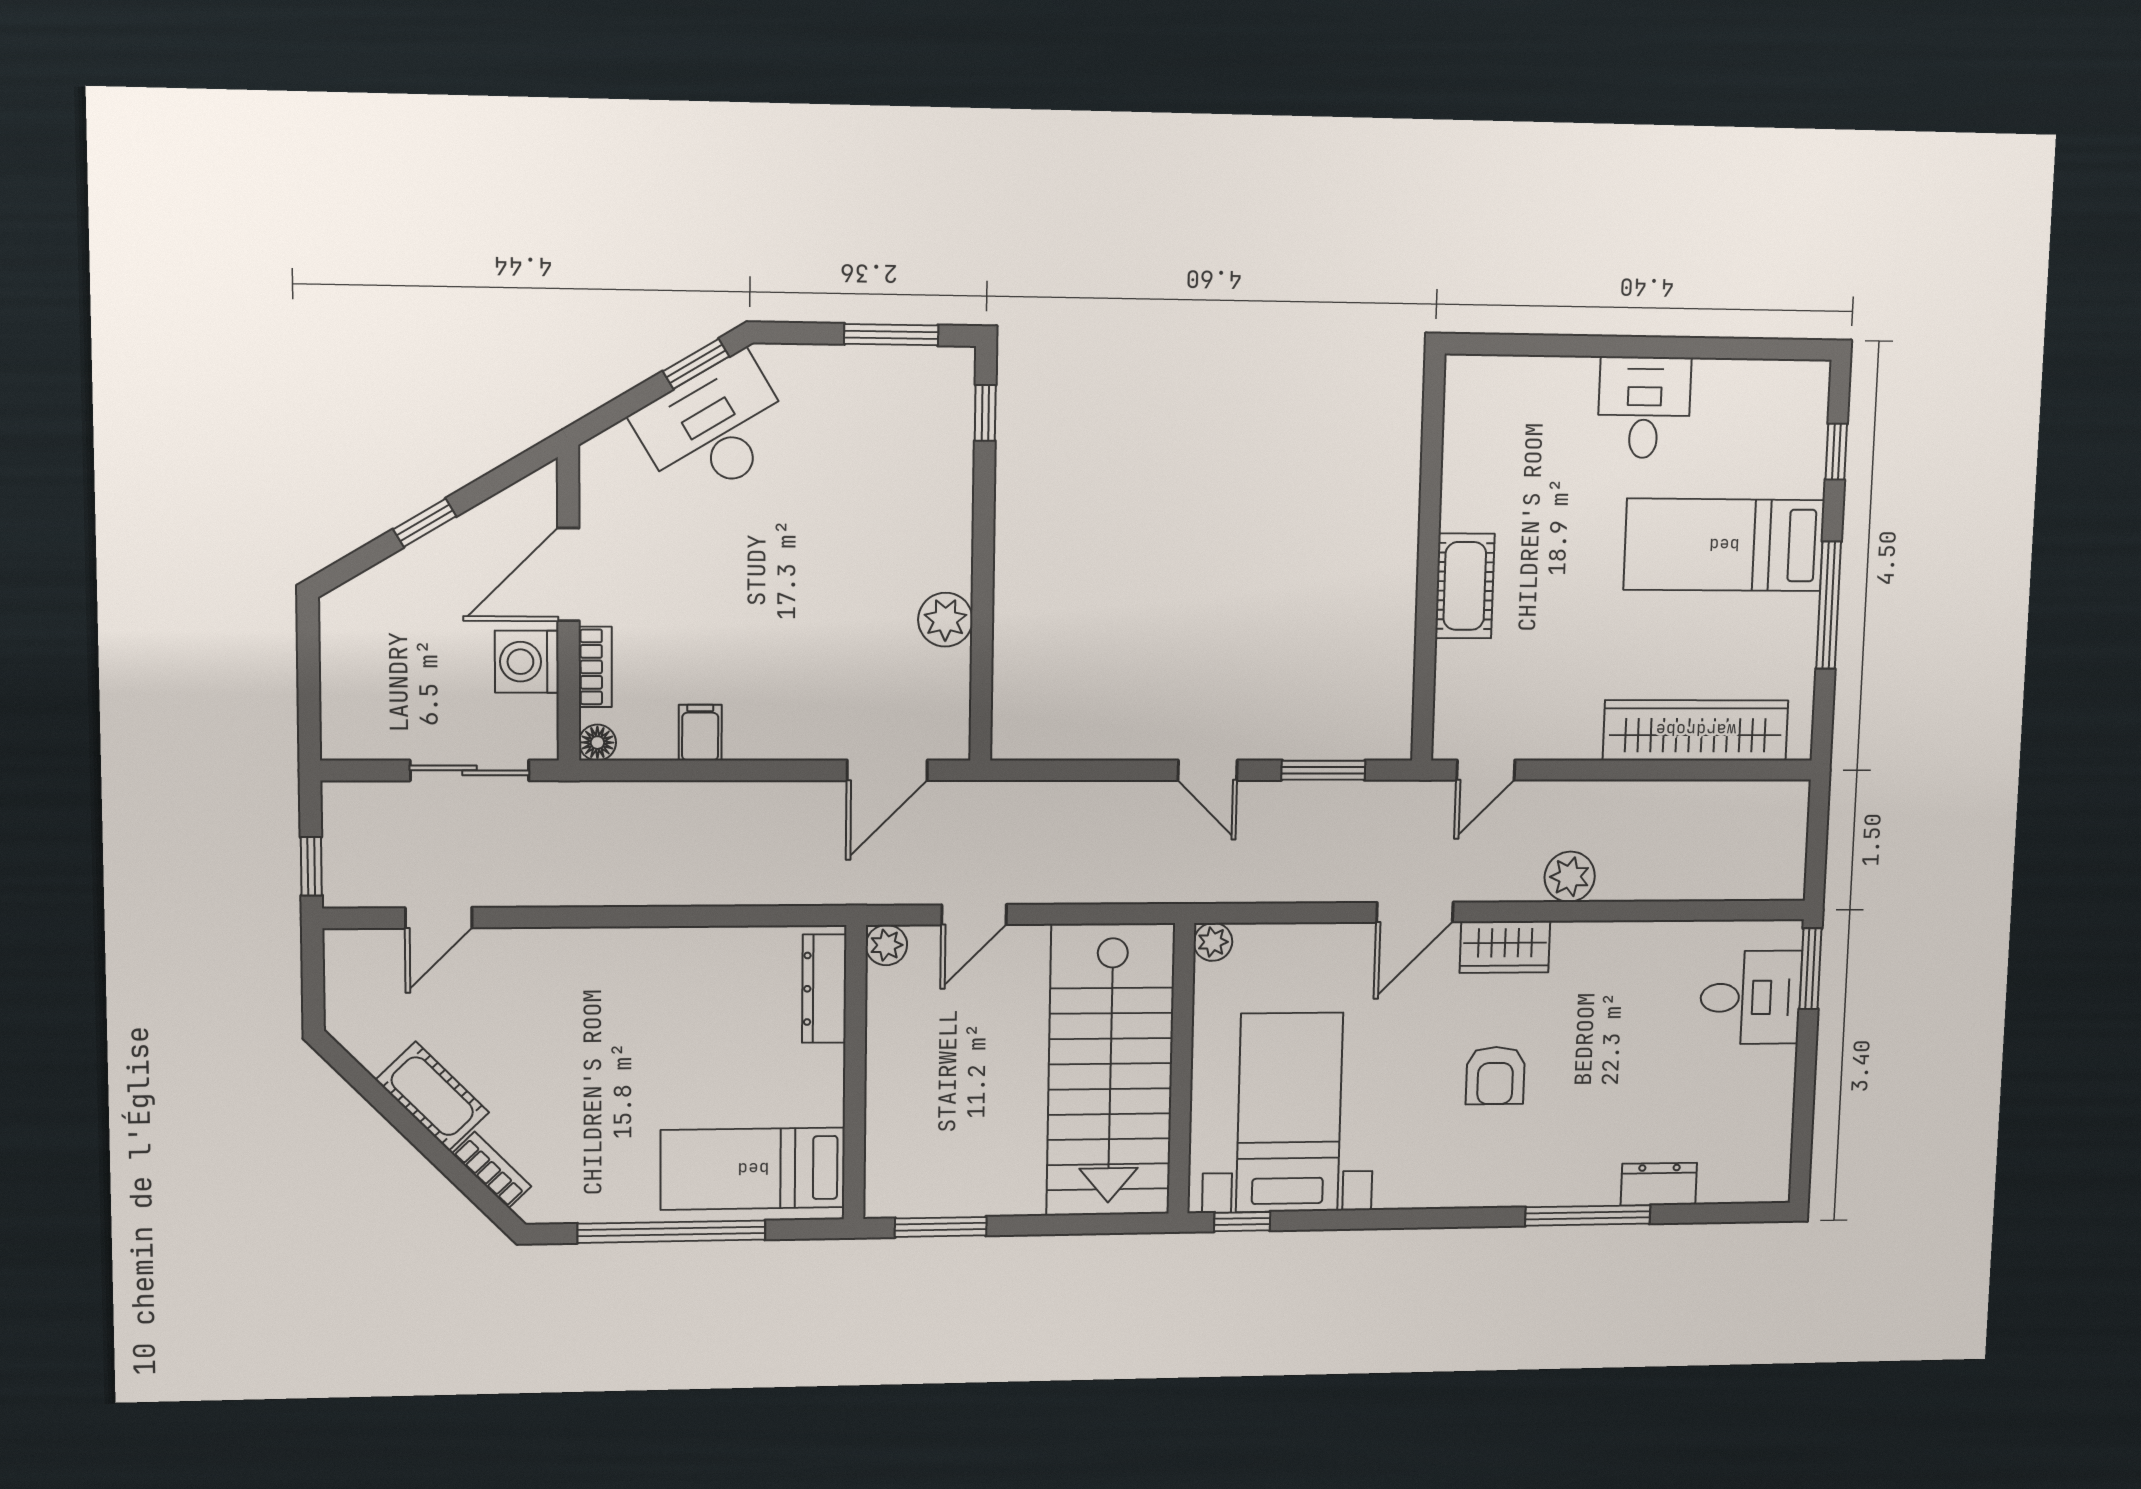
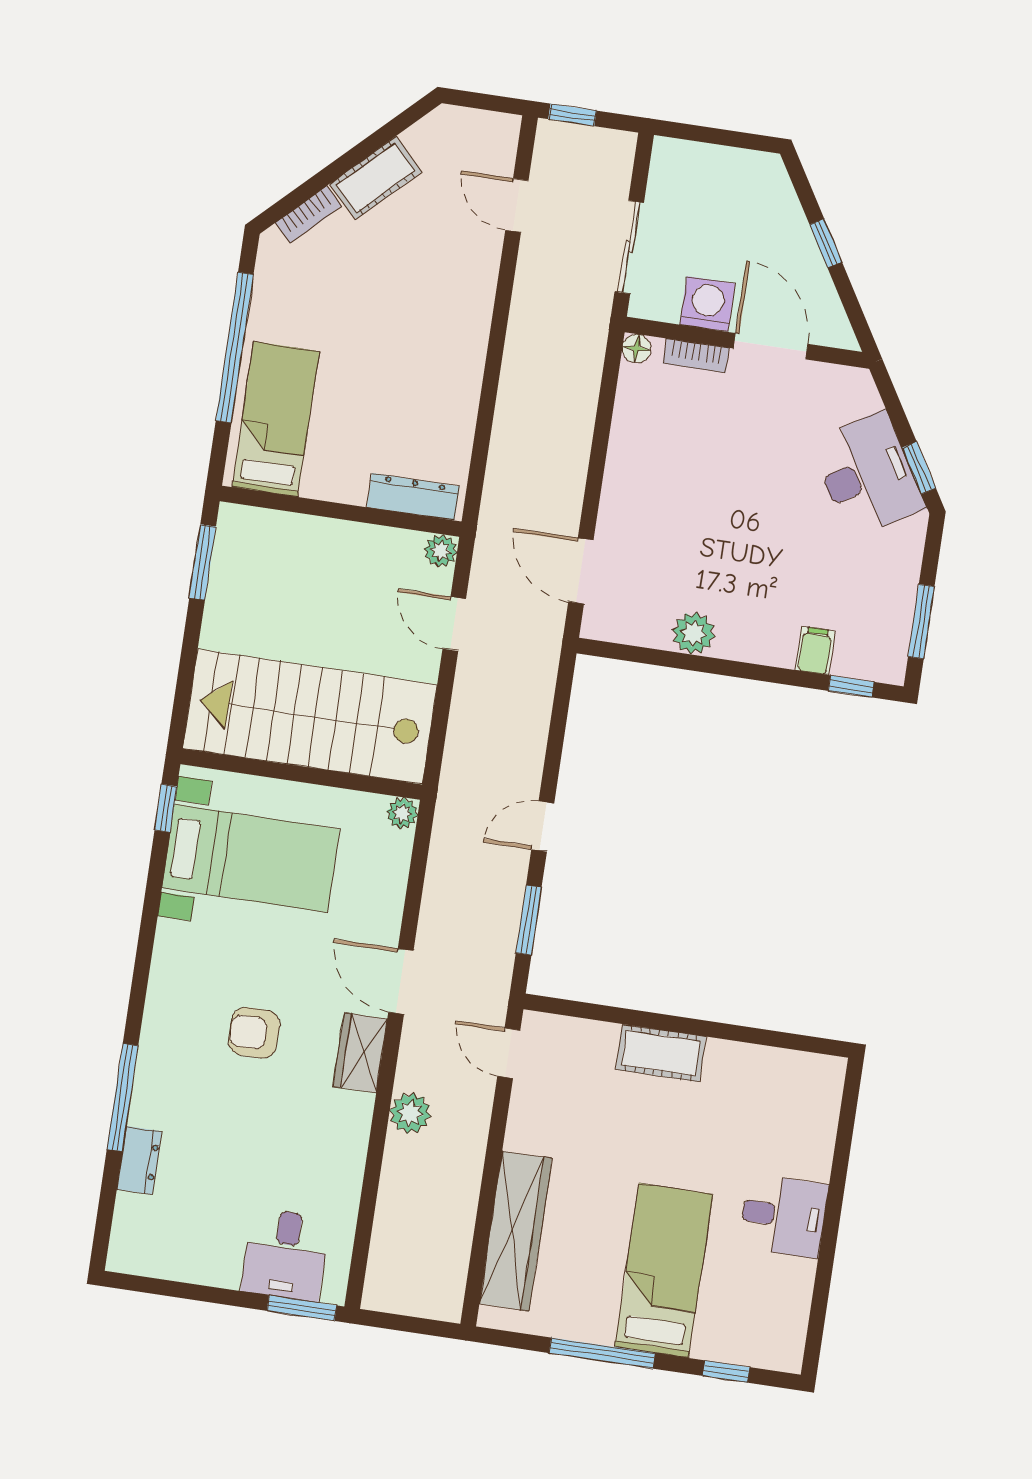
filing cabinet: (700, 733) -> (815, 651), moved, turned -90

